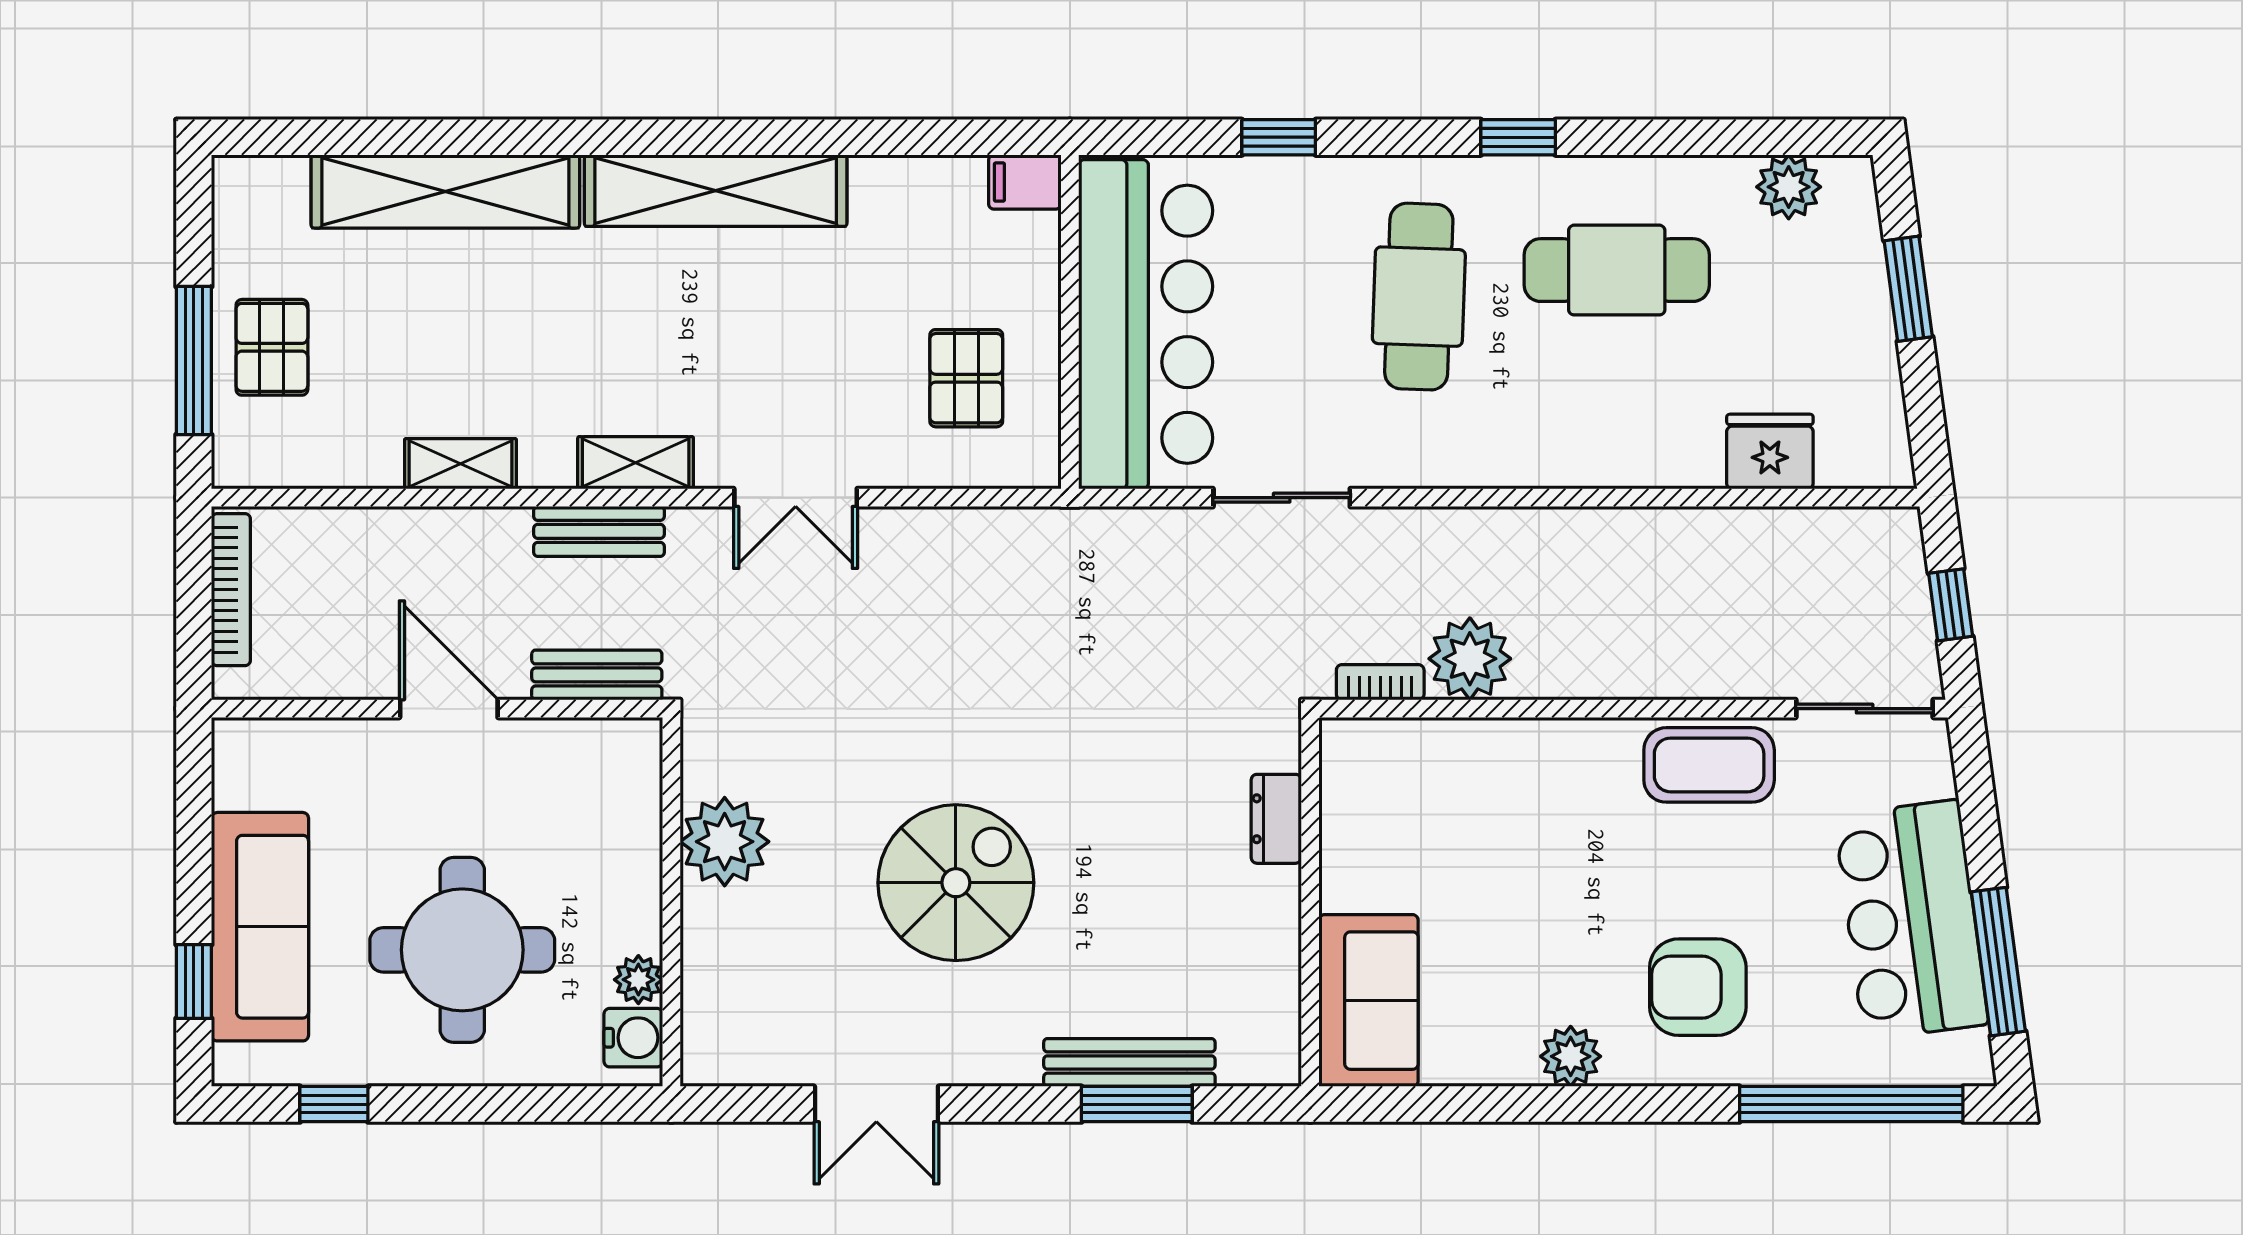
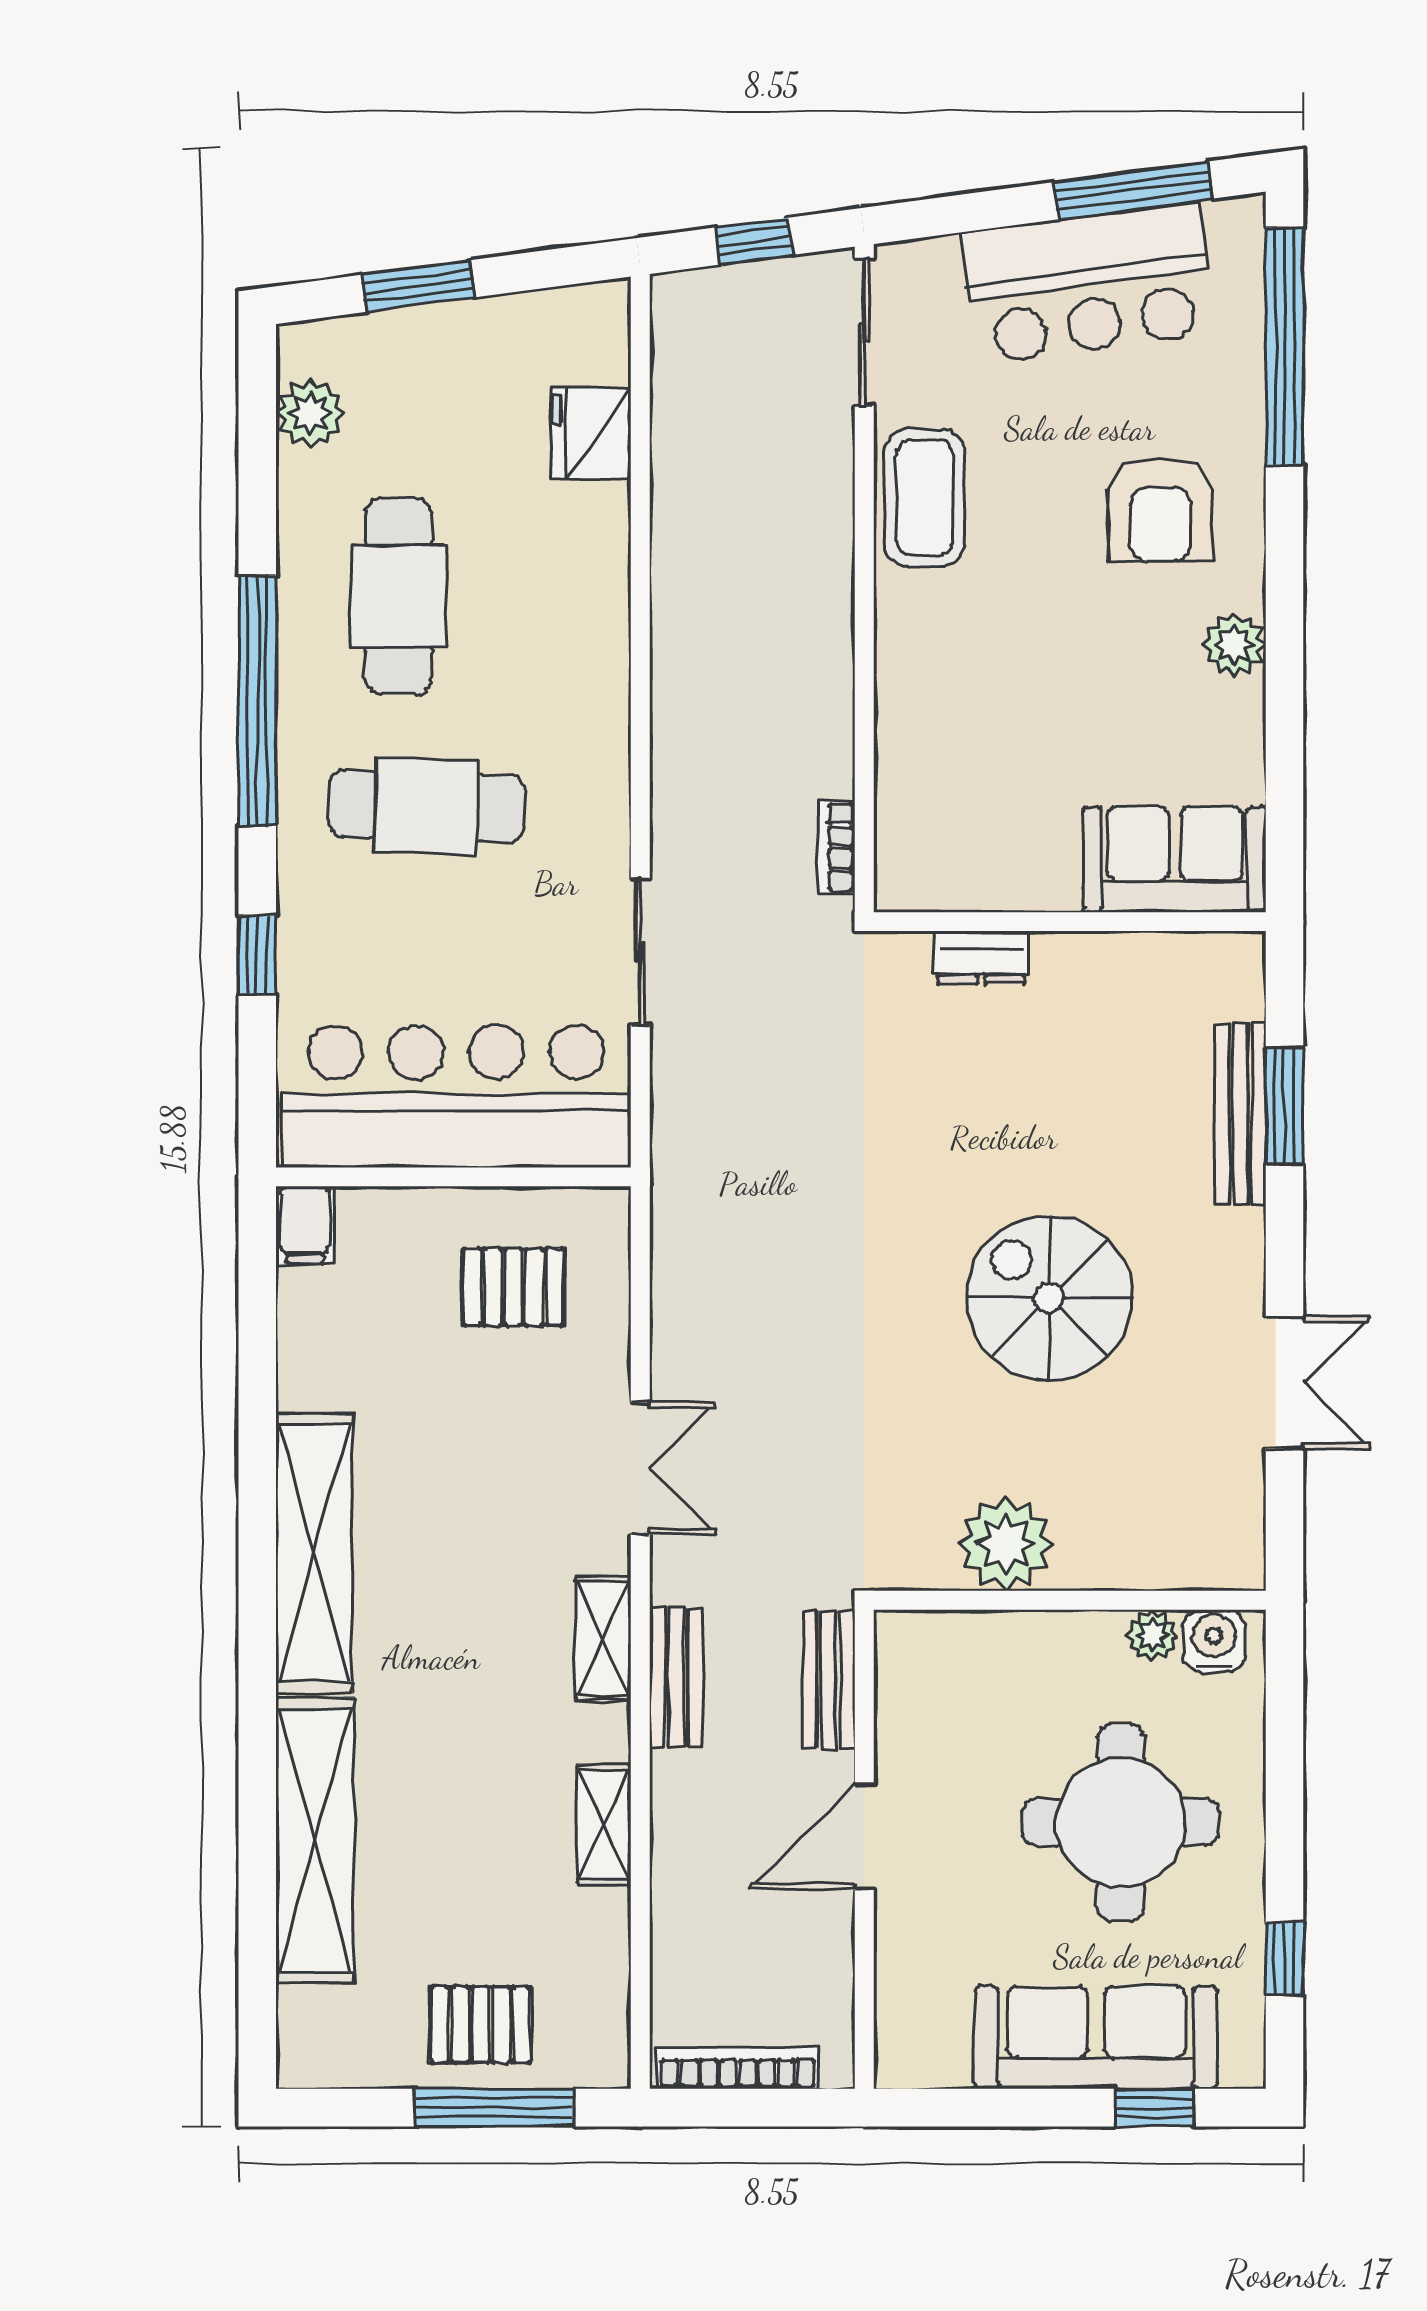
window: (1518, 137) -> (257, 701), width x3.17
plant: (1470, 659) -> (811, 752), removed

